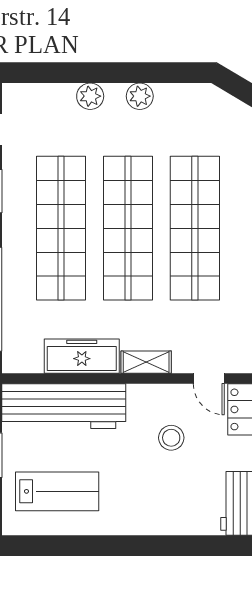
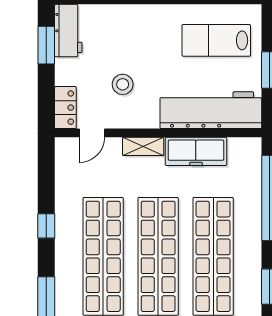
door: (209, 379) -> (92, 133), swing flipped

